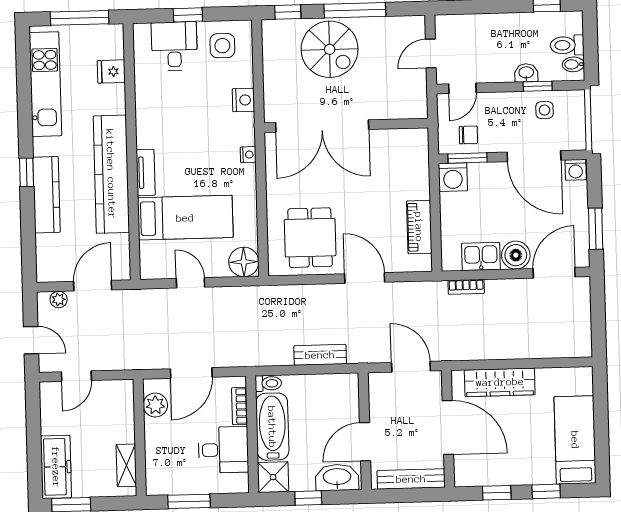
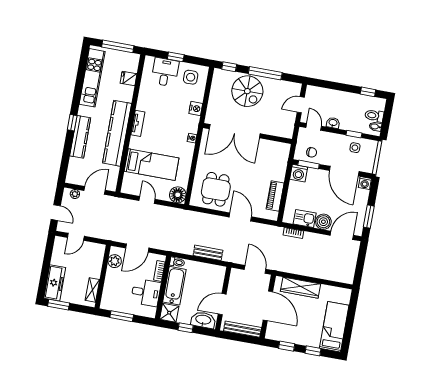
washbasin: (526, 73) -> (333, 123), moved
door: (462, 88) -> (314, 127), swing flipped
tv unit: (146, 172) -> (138, 123), moved

